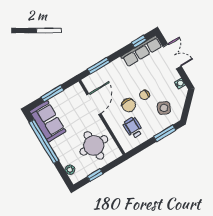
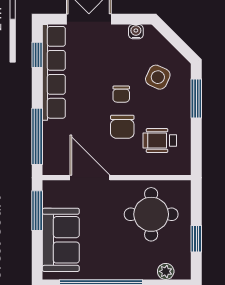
row of seats: (142, 51) -> (54, 72), width x1.36
window: (99, 66) -> (37, 136), width x1.44
window: (52, 93) -> (37, 211), moved
chair: (129, 105) -> (122, 127), turned 90
sofa: (48, 121) -> (61, 240), moved, turned 90

